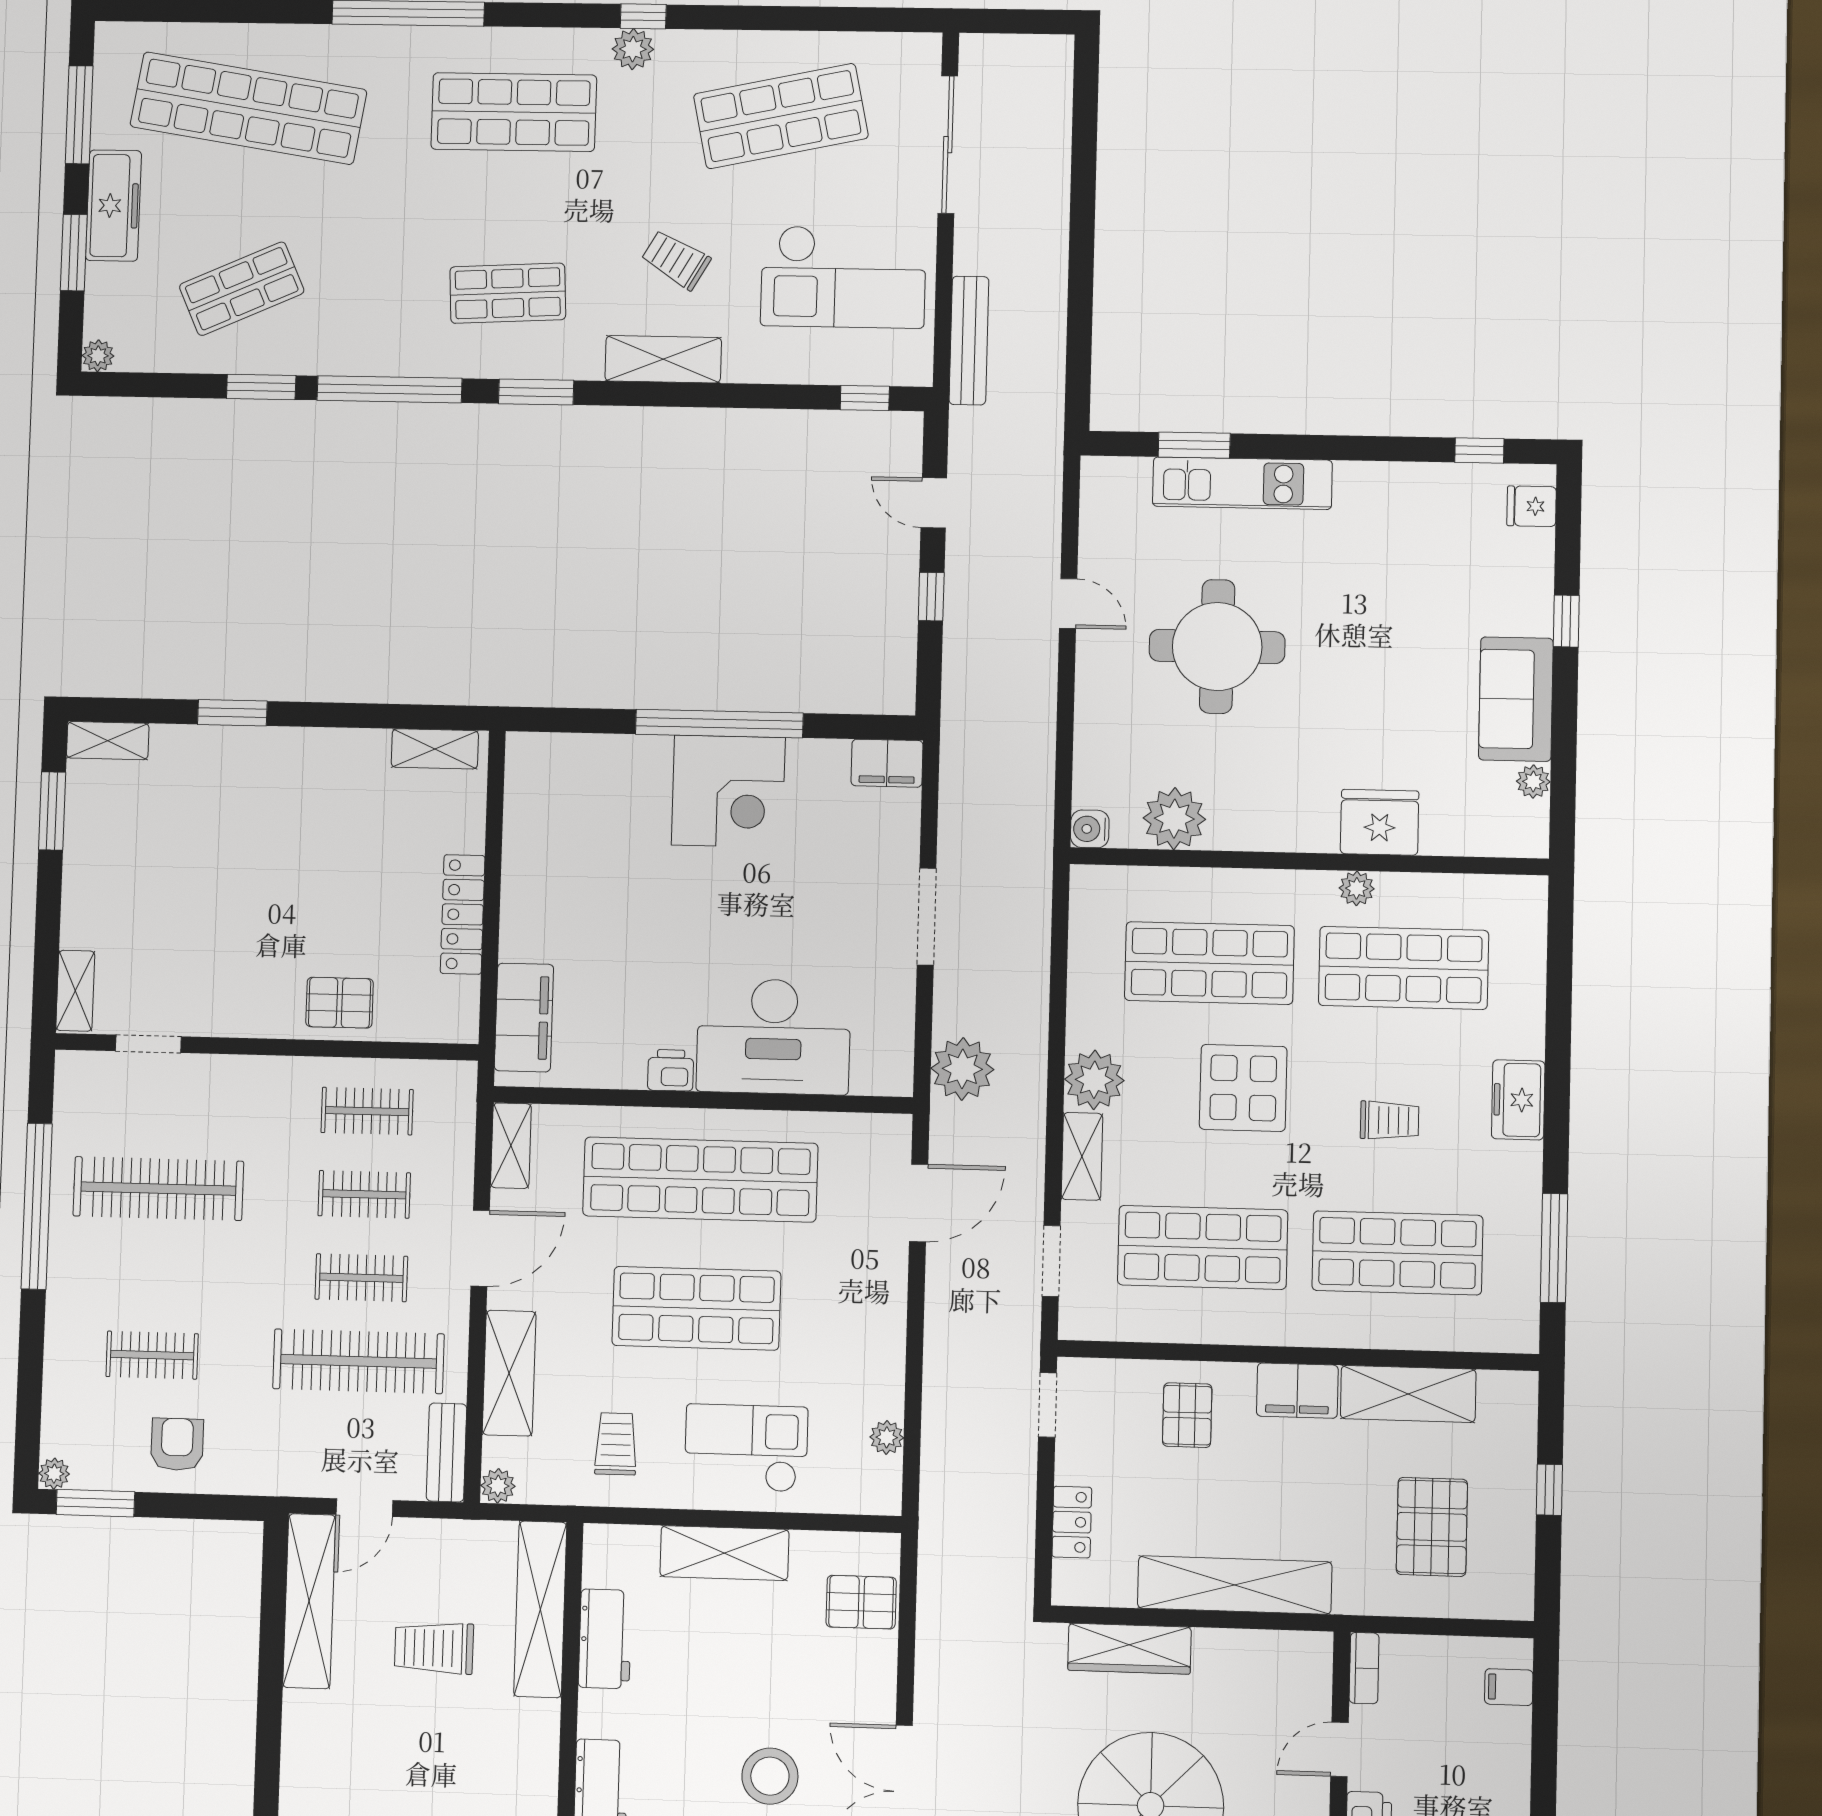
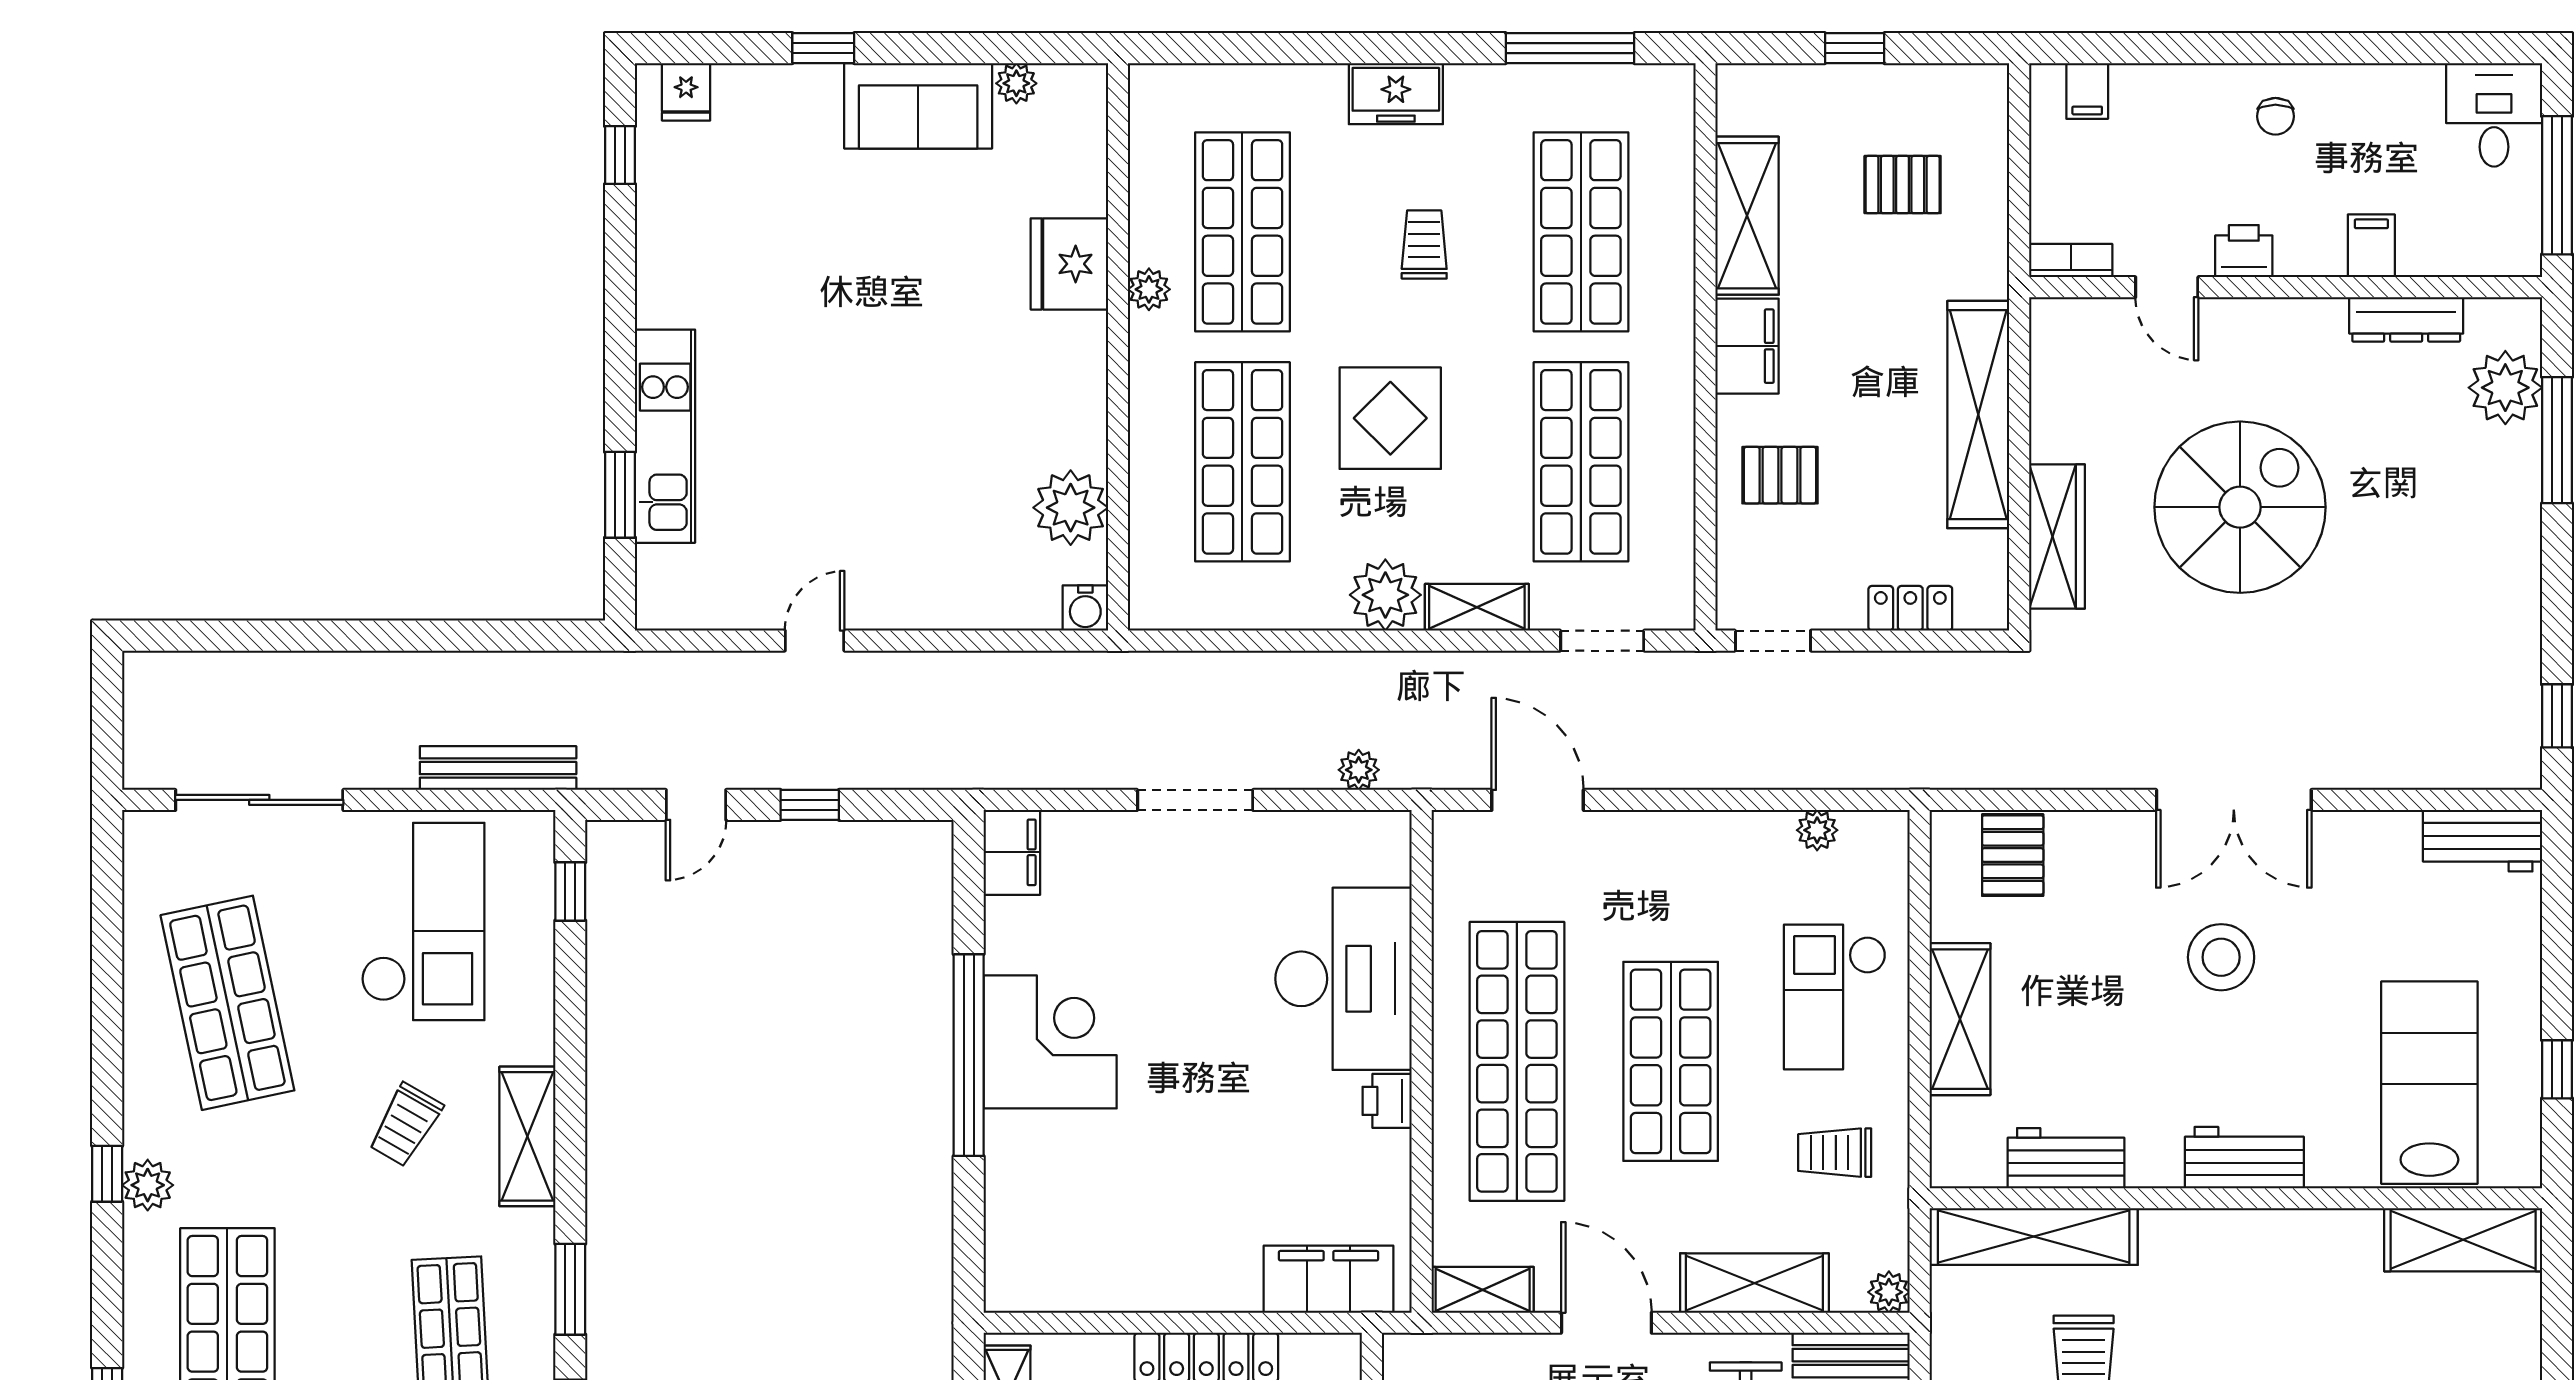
round table: (1217, 646) -> (863, 462), removed
plant: (962, 1069) -> (1359, 770), width x0.53, depth x0.53
pallet: (1432, 1527) -> (1903, 185), width x0.67, depth x0.71

